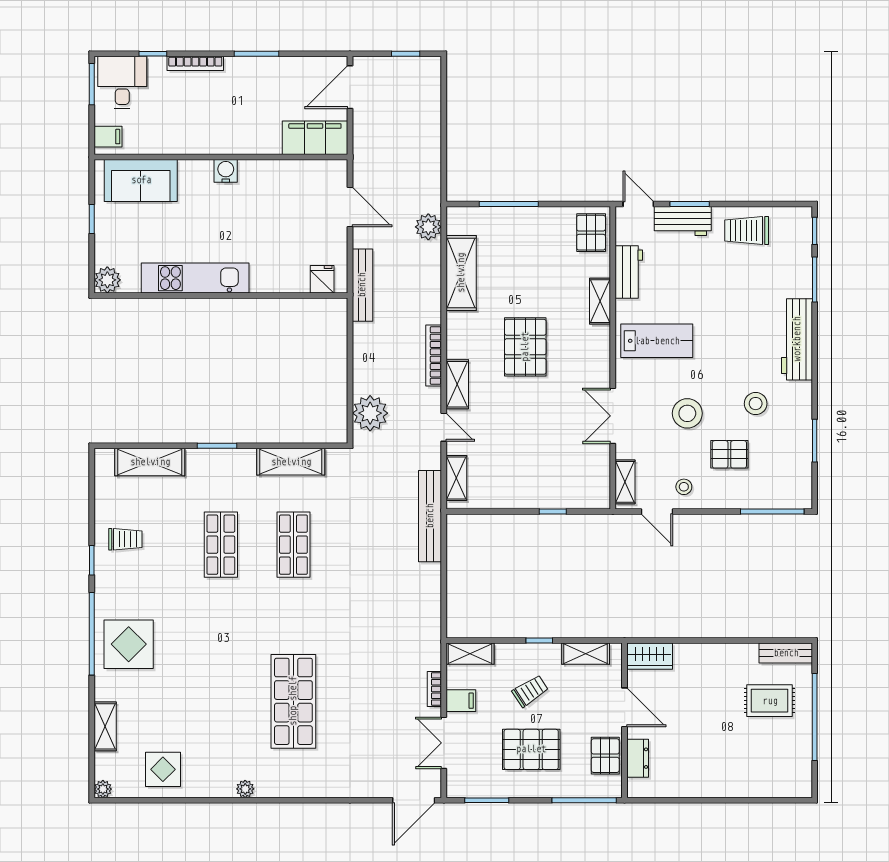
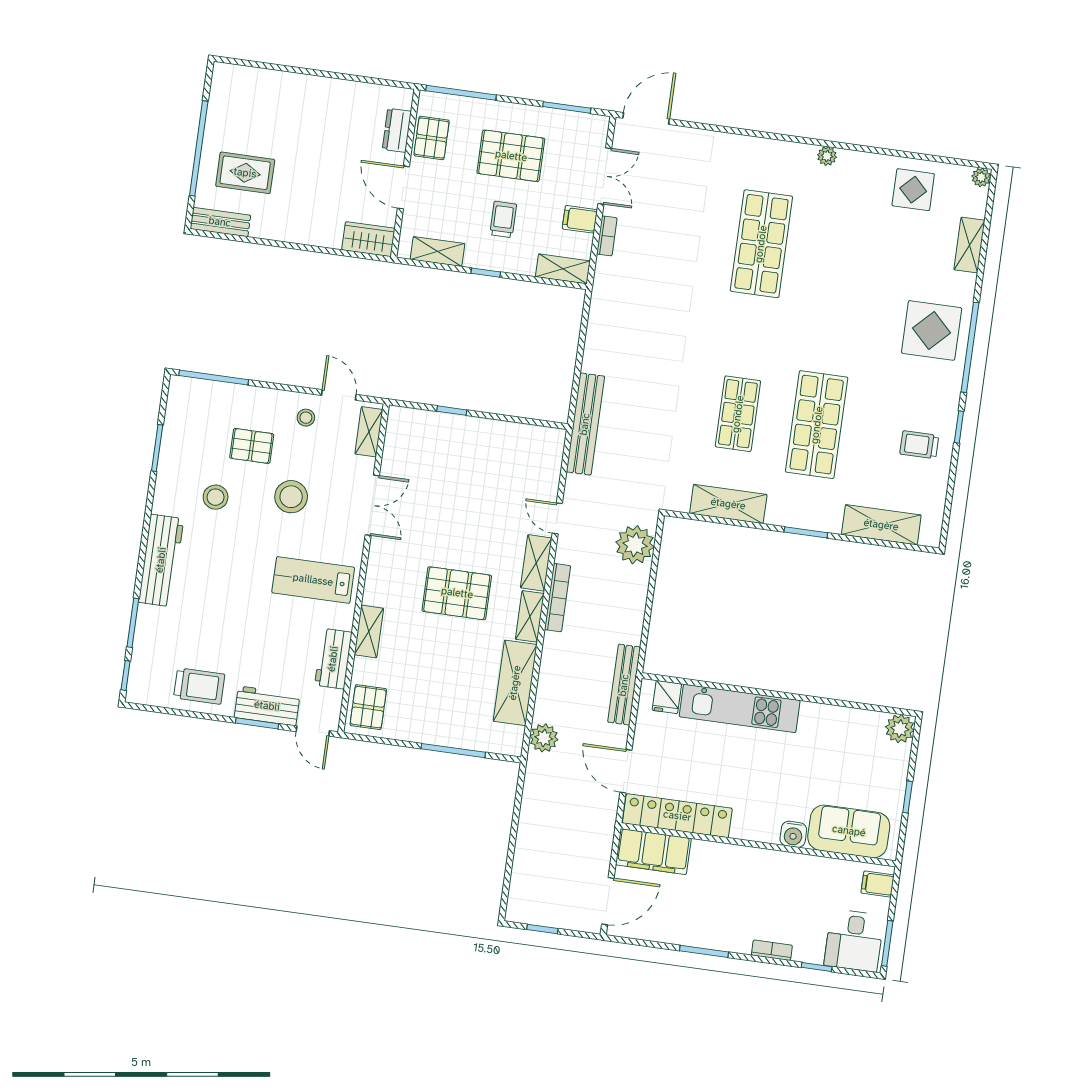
bookcase: (195, 63) -> (772, 950), width x0.64
water cooler: (226, 171) -> (793, 834), moved
locker: (298, 173) -> (677, 816), added
kitchen unit: (195, 278) -> (740, 708), moved
pallet: (525, 347) -> (457, 593), turned 90
shelving: (456, 478) -> (530, 616), moved
shop shelf: (221, 545) -> (817, 425), width x1.43, depth x1.36
trolley: (530, 691) -> (503, 219), turned 123

